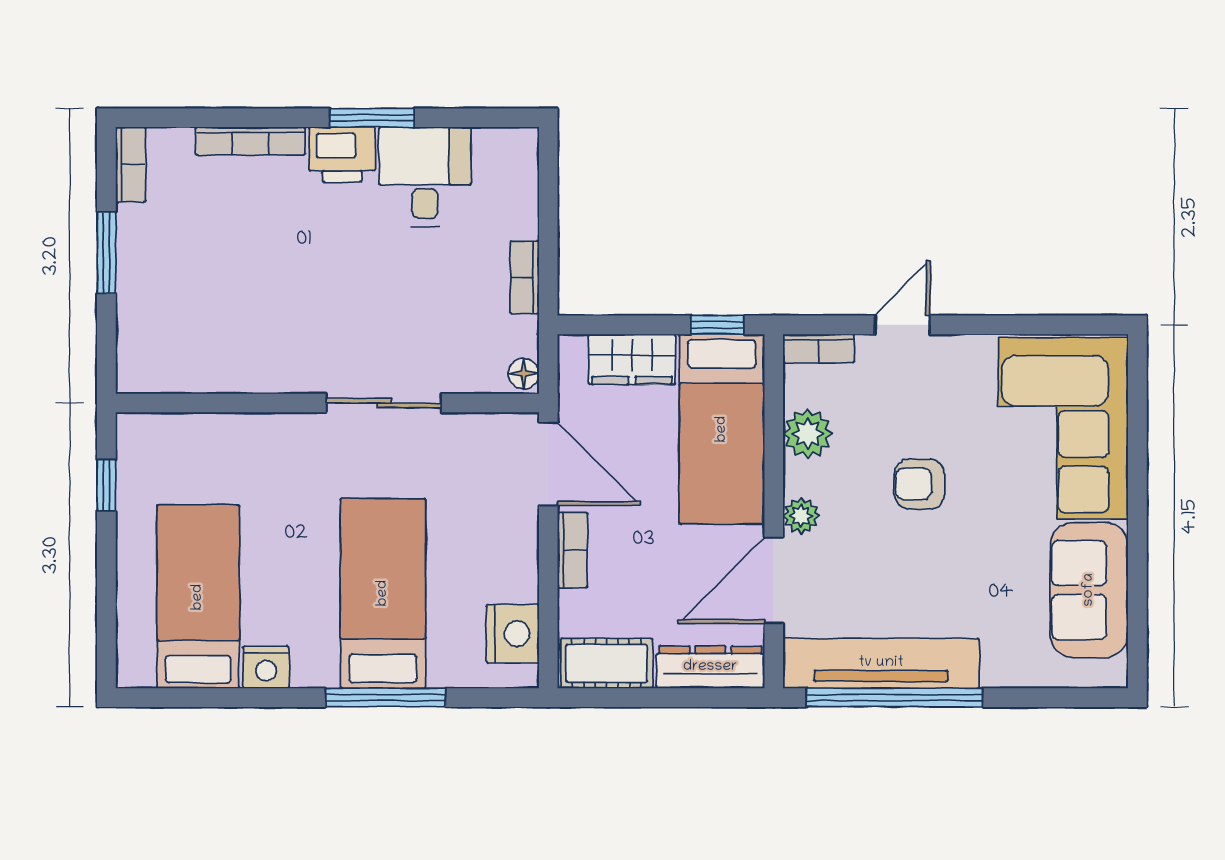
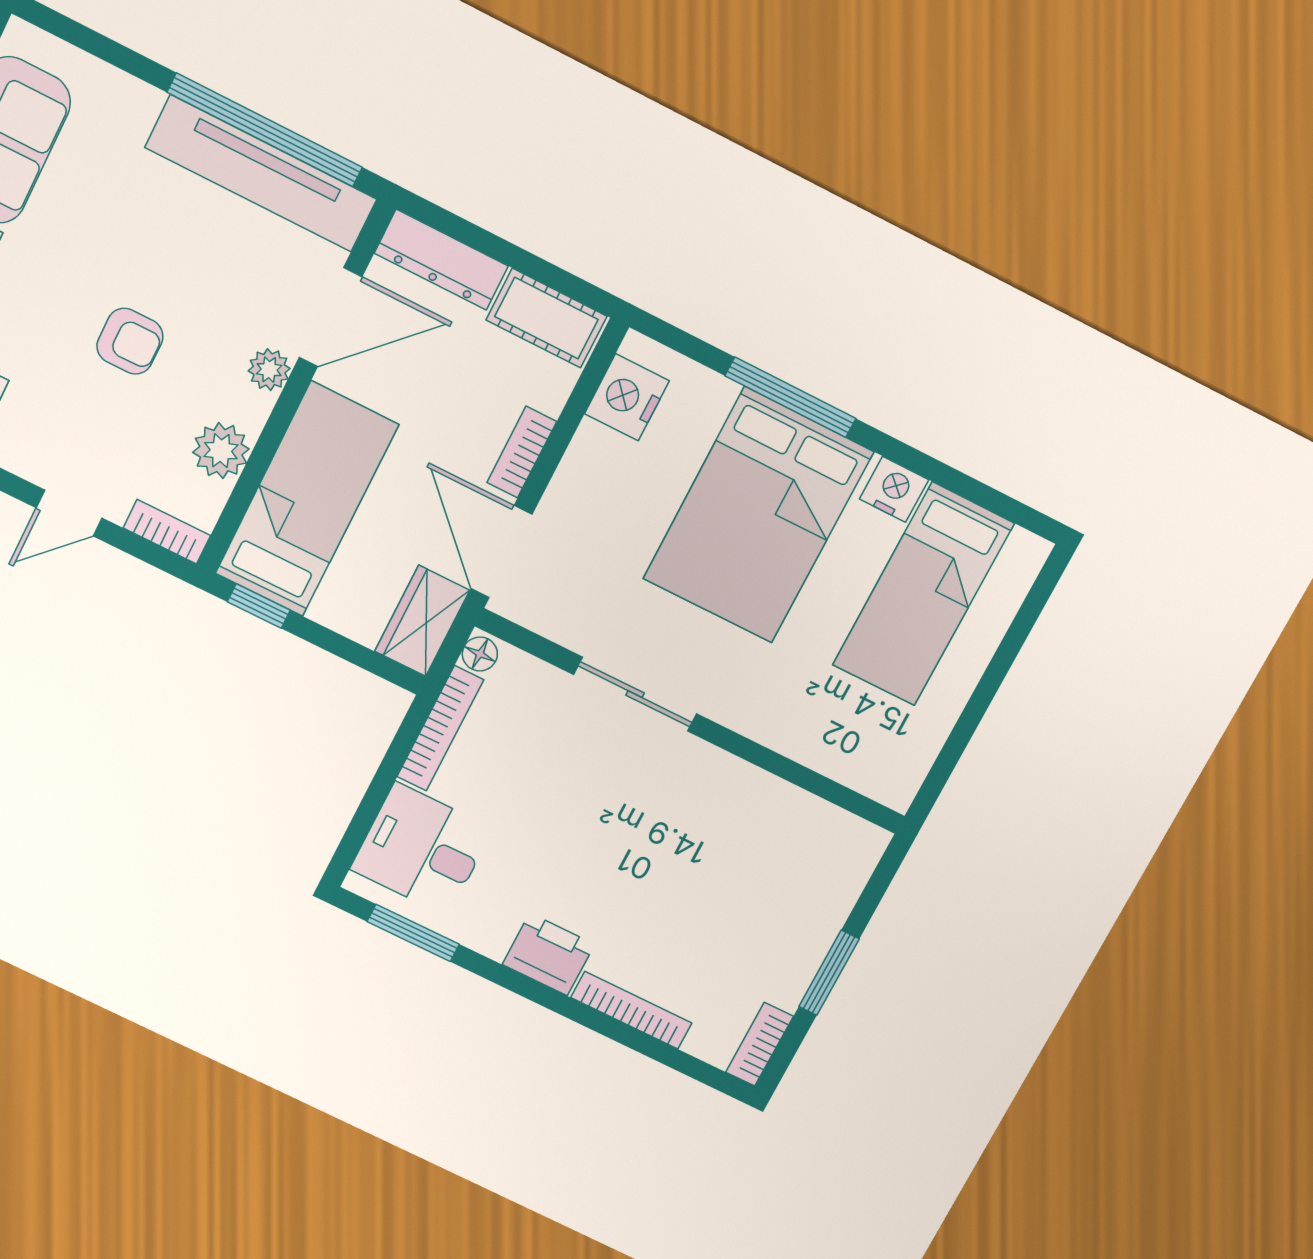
window: (372, 118) -> (413, 933), moved
desk: (425, 177) -> (422, 849), moved, turned 90
bookcase: (524, 277) -> (440, 728), width x1.56
wardrobe: (632, 359) -> (422, 621), moved, turned -90
window: (106, 485) -> (953, 749), removed
bed: (383, 593) -> (758, 515), width x1.50

